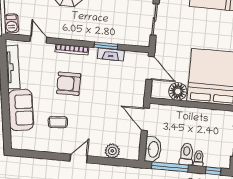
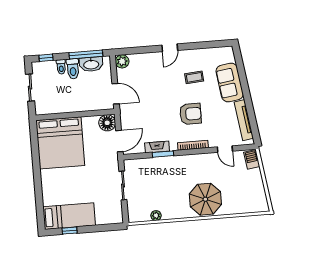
door: (150, 68) -> (119, 141), swing flipped
floor lamp: (178, 91) -> (107, 123), moved
washbasin: (153, 149) -> (91, 64), moved, turned -90
plant: (112, 151) -> (122, 61), moved

